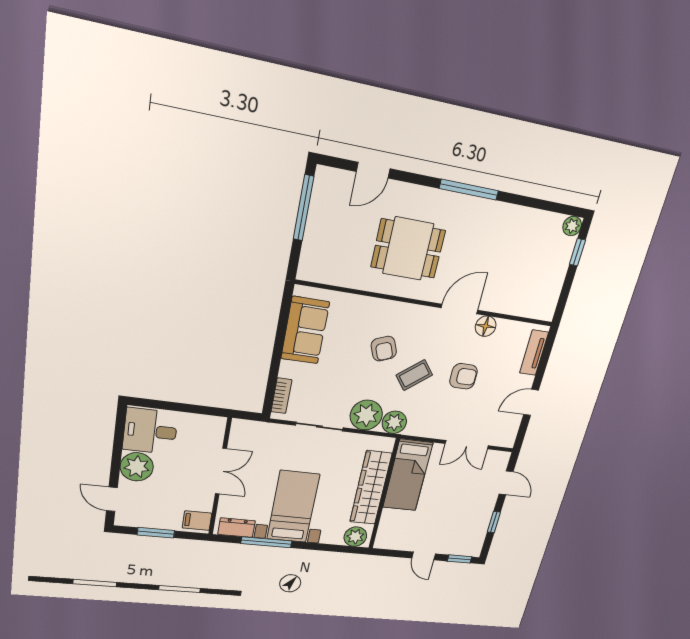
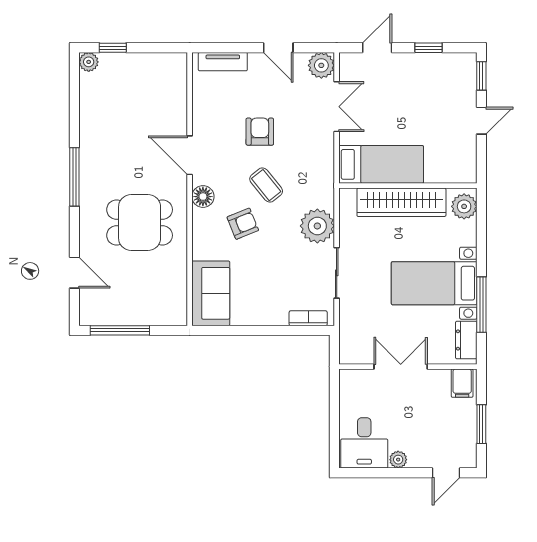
dining table: (408, 249) -> (140, 223), turned 90
floor lamp: (486, 326) -> (203, 197), moved
sofa: (305, 330) -> (211, 293), moved, turned 90
plant: (394, 422) -> (321, 65), moved
plant: (137, 467) -> (398, 460), width x0.53, depth x0.53

